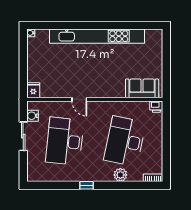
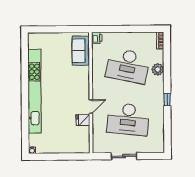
fridge: (33, 90) -> (83, 120), moved
water cooler: (32, 116) -> (106, 148), removed

